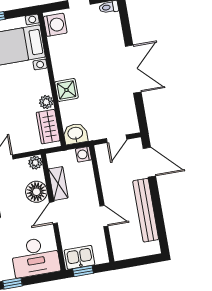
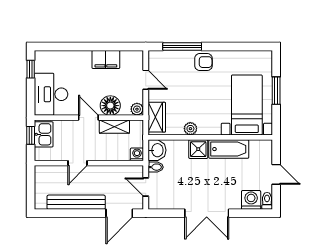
washing machine: (55, 25) -> (251, 200), moved, turned 180
bathtub: (61, 57) -> (229, 149), added
wardrobe: (48, 127) -> (157, 117), moved, turned 90
bidet: (94, 132) -> (156, 167), added

